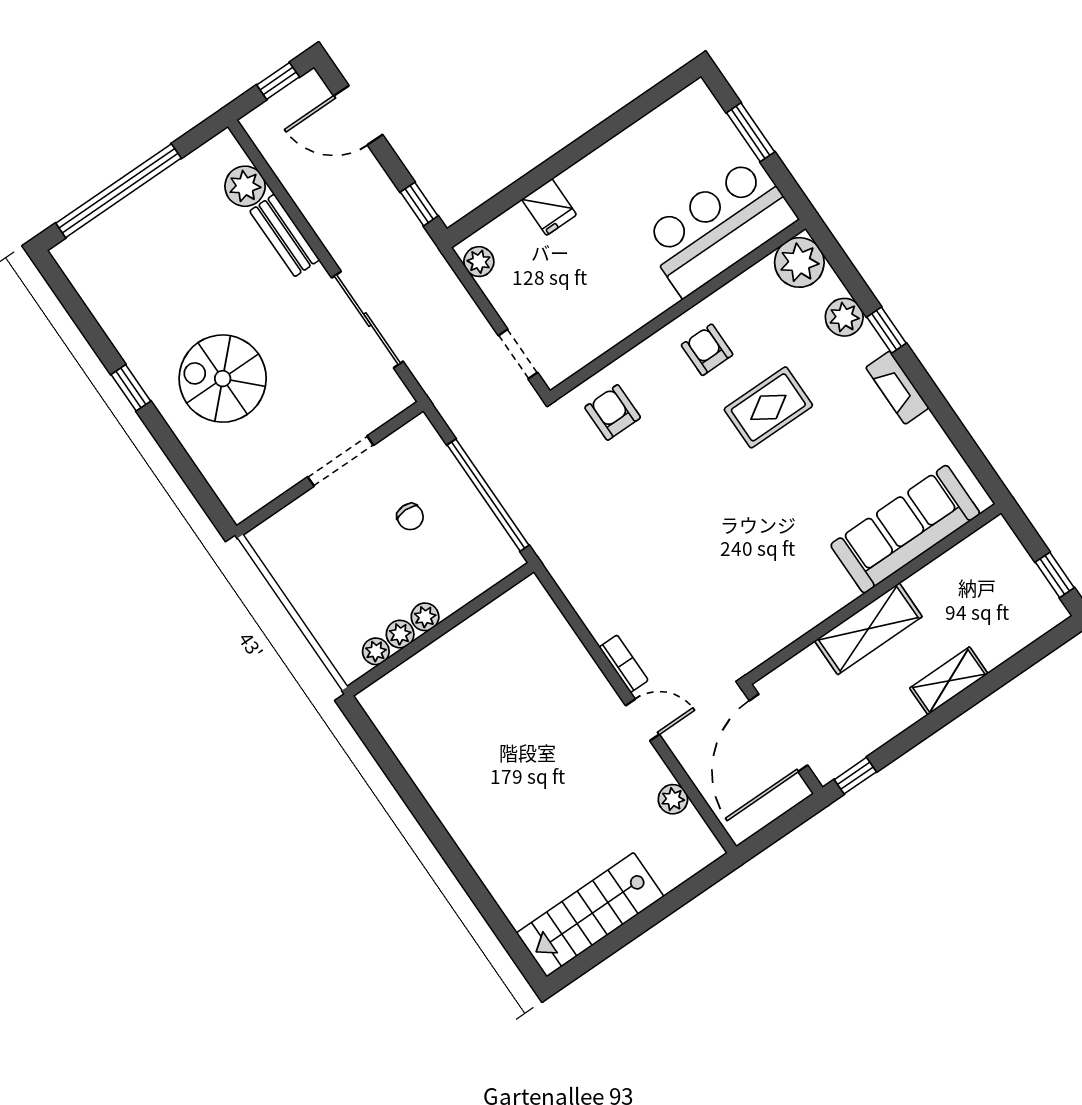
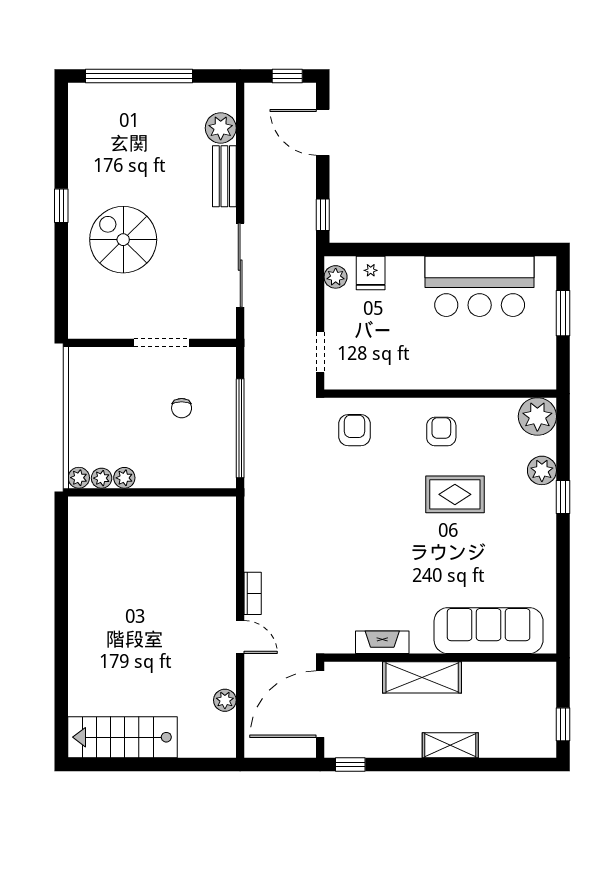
fridge: (549, 207) -> (371, 273), moved
bar counter: (719, 227) -> (480, 286), moved, turned 180
fireplace: (897, 388) -> (382, 642), moved, turned 90
plant: (425, 617) -> (79, 478), moved

